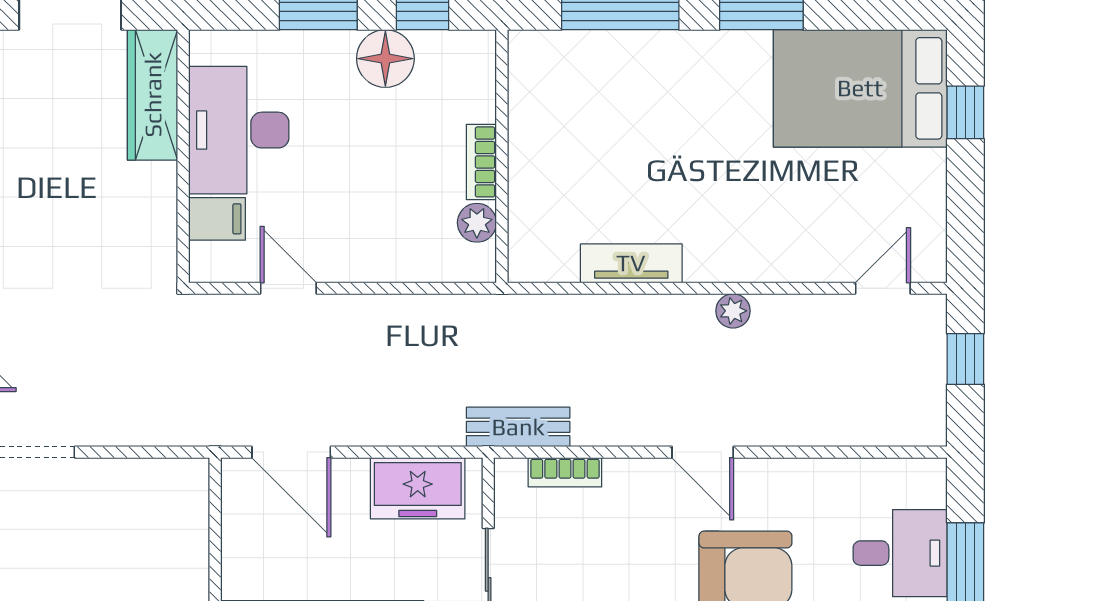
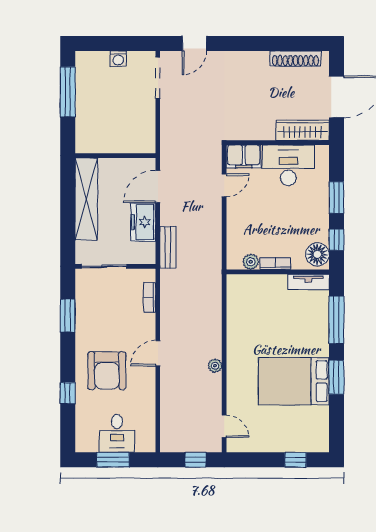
floor lamp: (385, 59) -> (317, 254), moved
bed: (860, 88) -> (294, 381), moved, turned -90
filing cabinet: (217, 219) -> (244, 156), width x2.00
tv unit: (631, 263) -> (308, 282), moved, turned 90
bench: (518, 427) -> (168, 247), moved
freezer: (418, 488) -> (143, 222), moved

